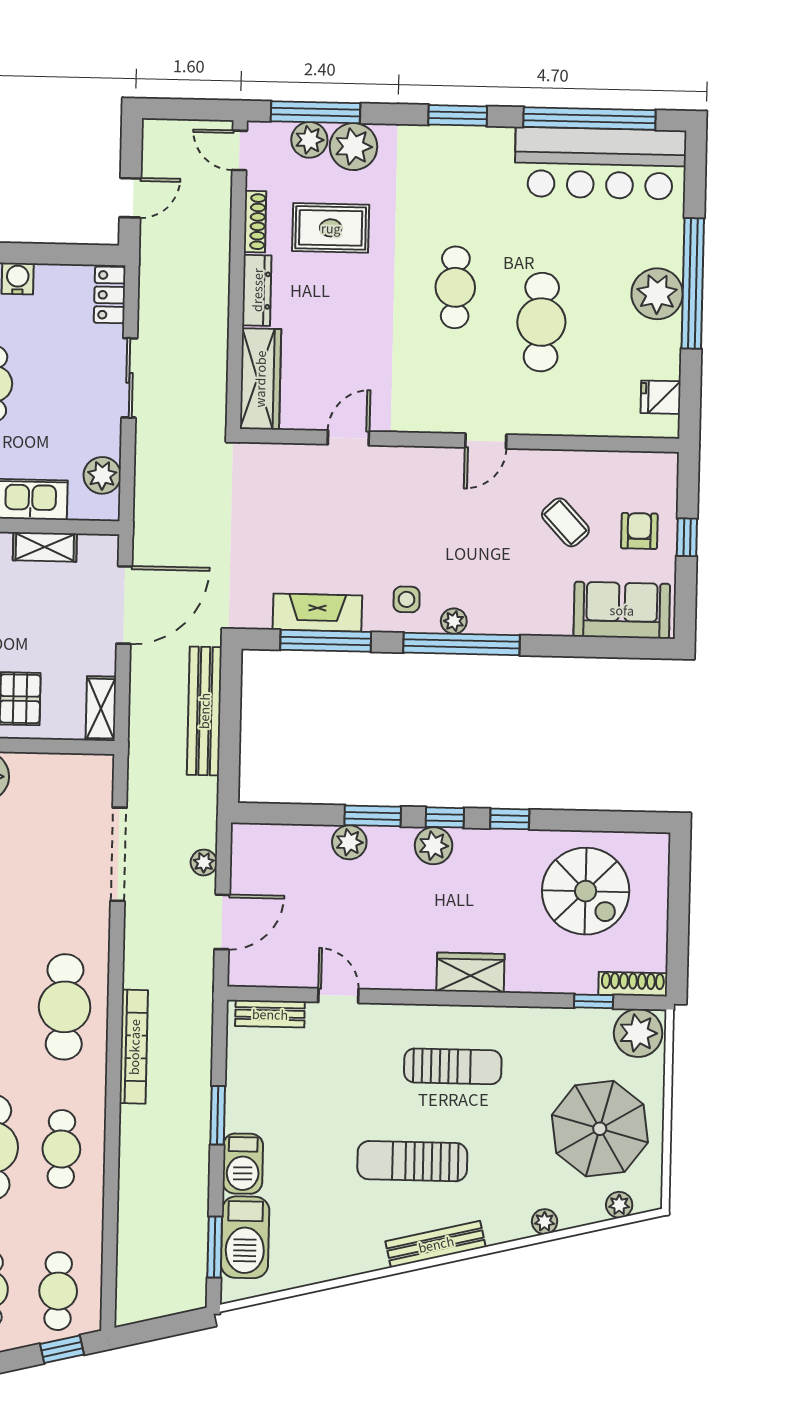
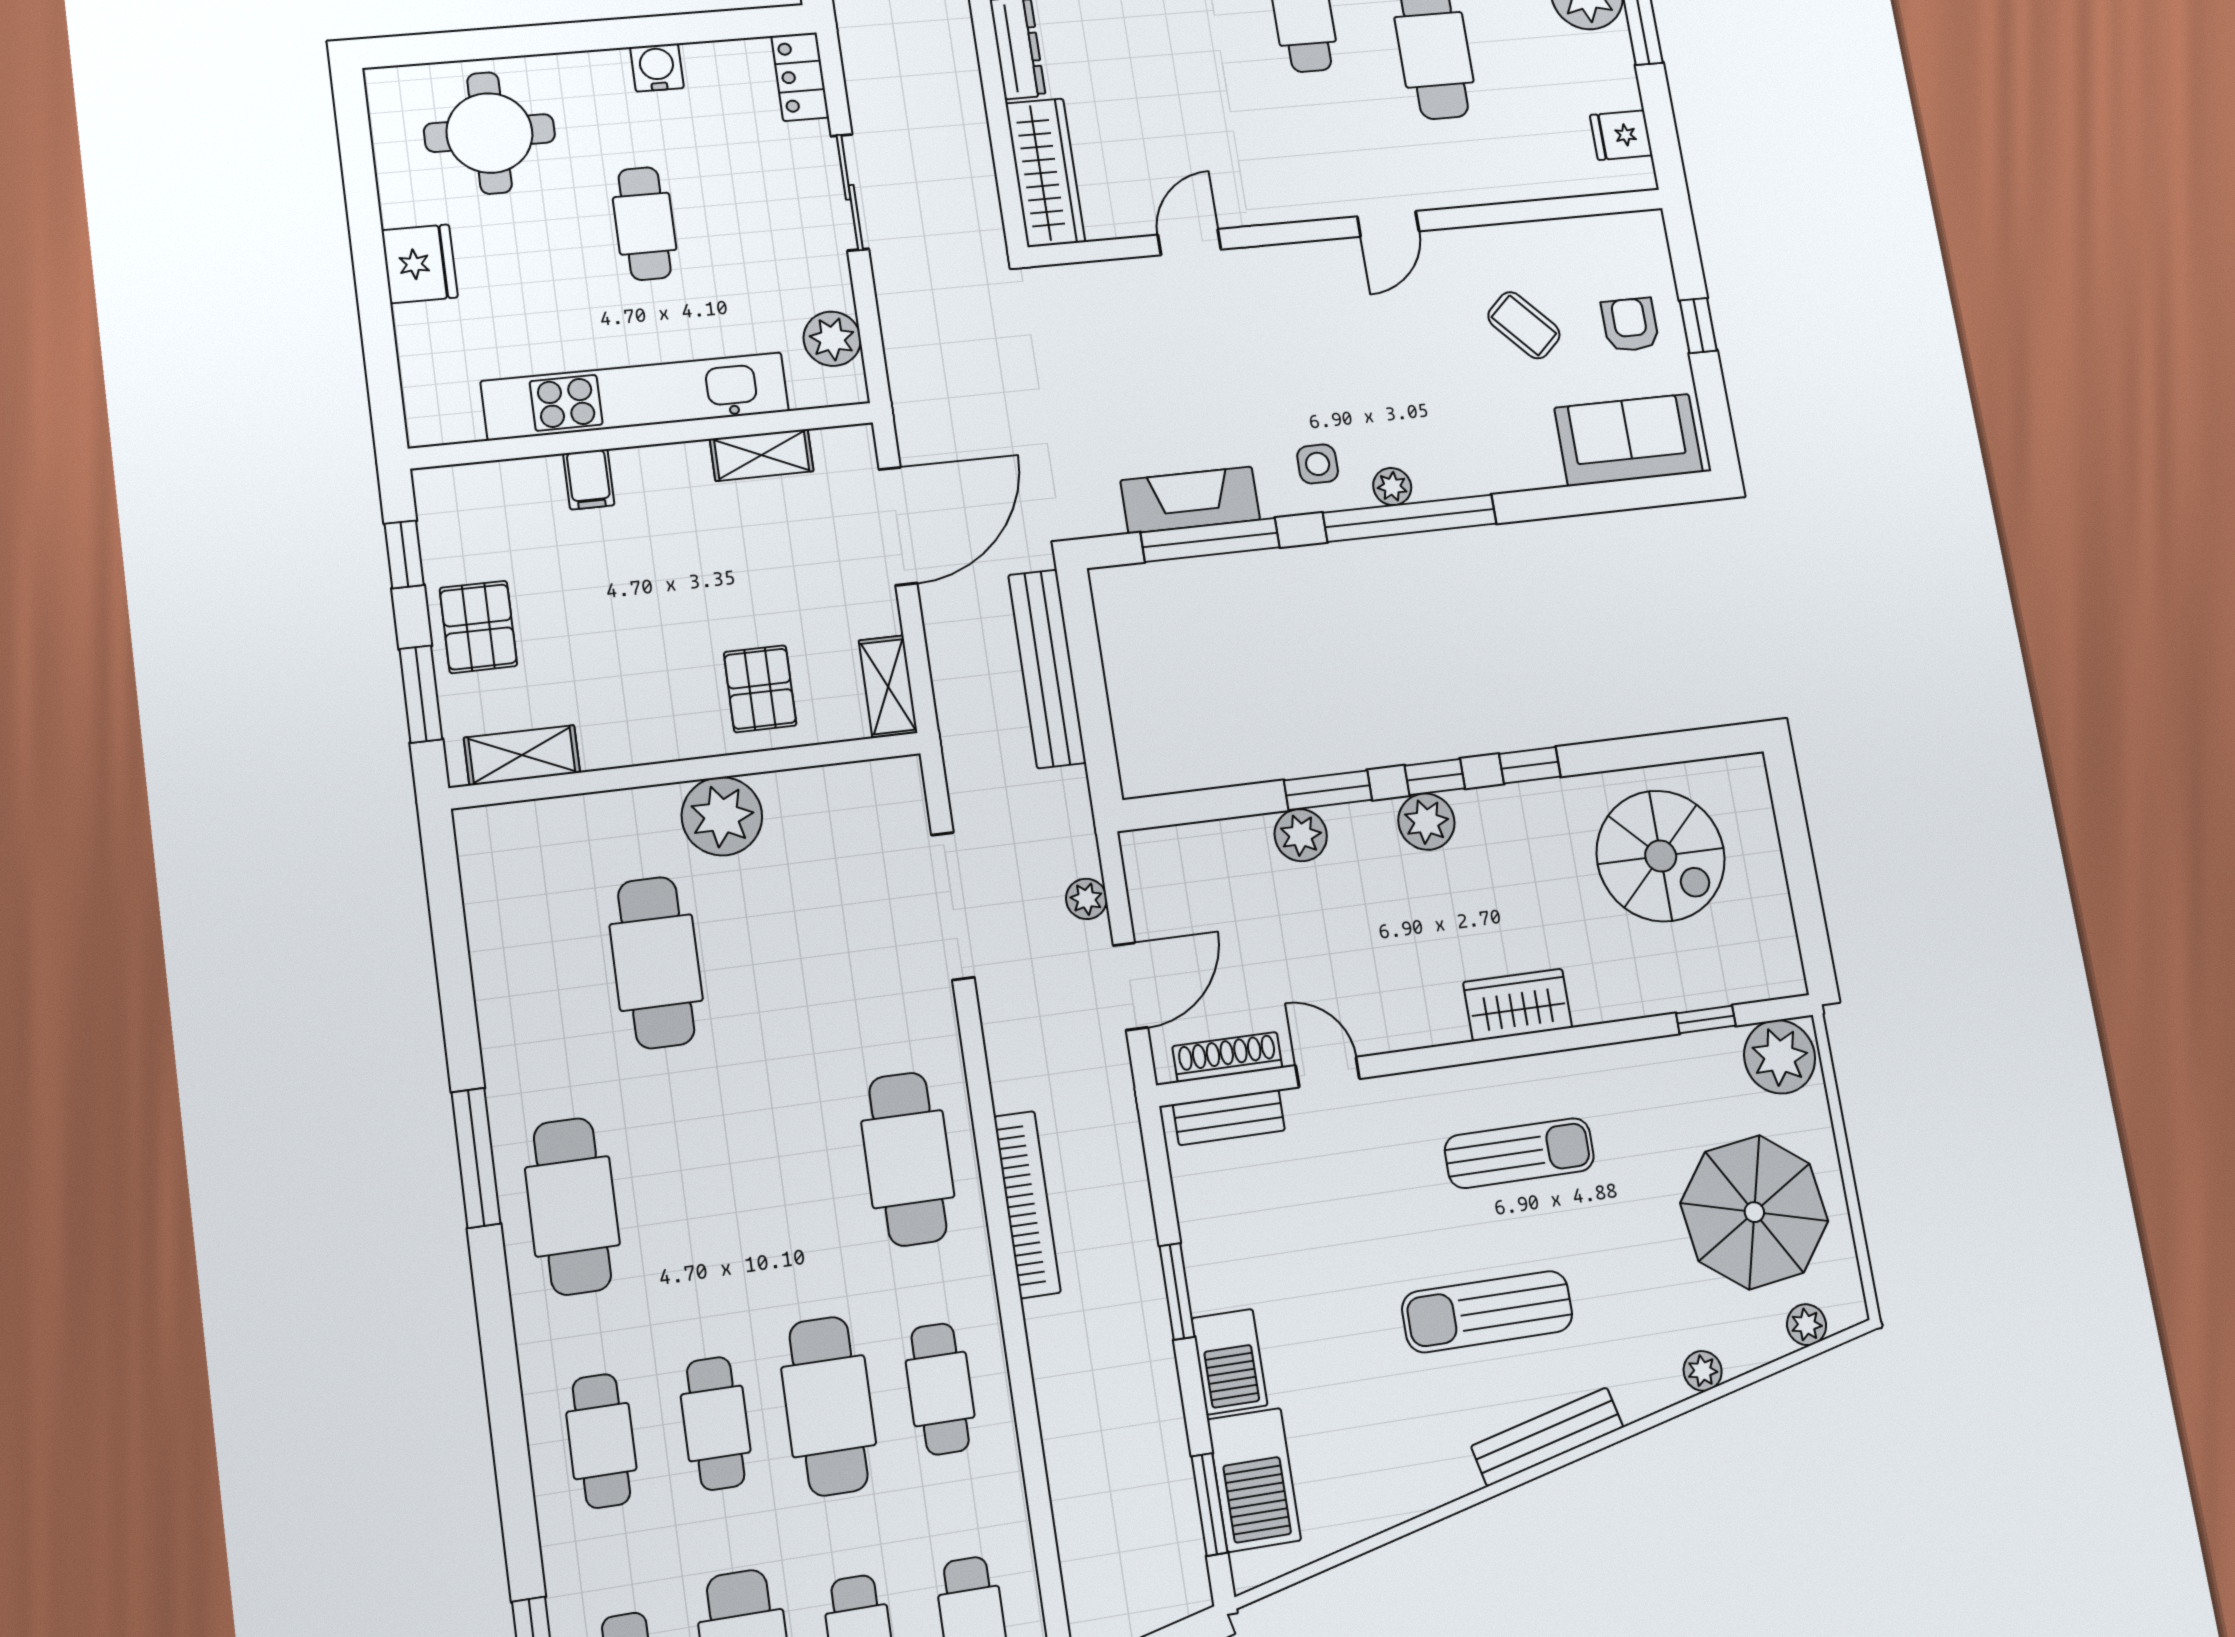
shoe rack: (633, 984) -> (1227, 1057), moved

